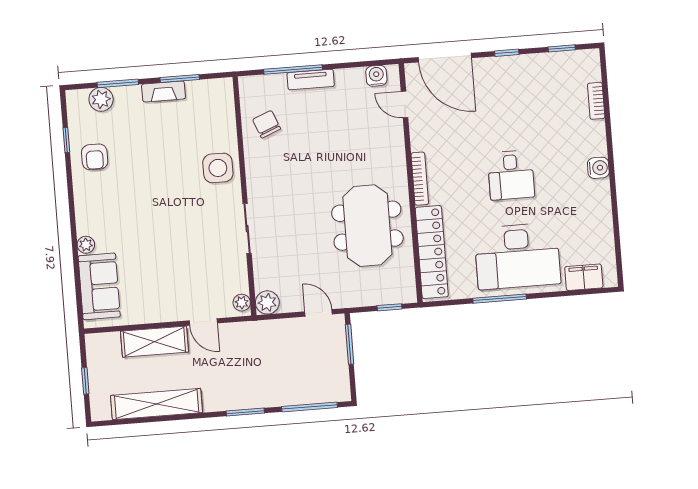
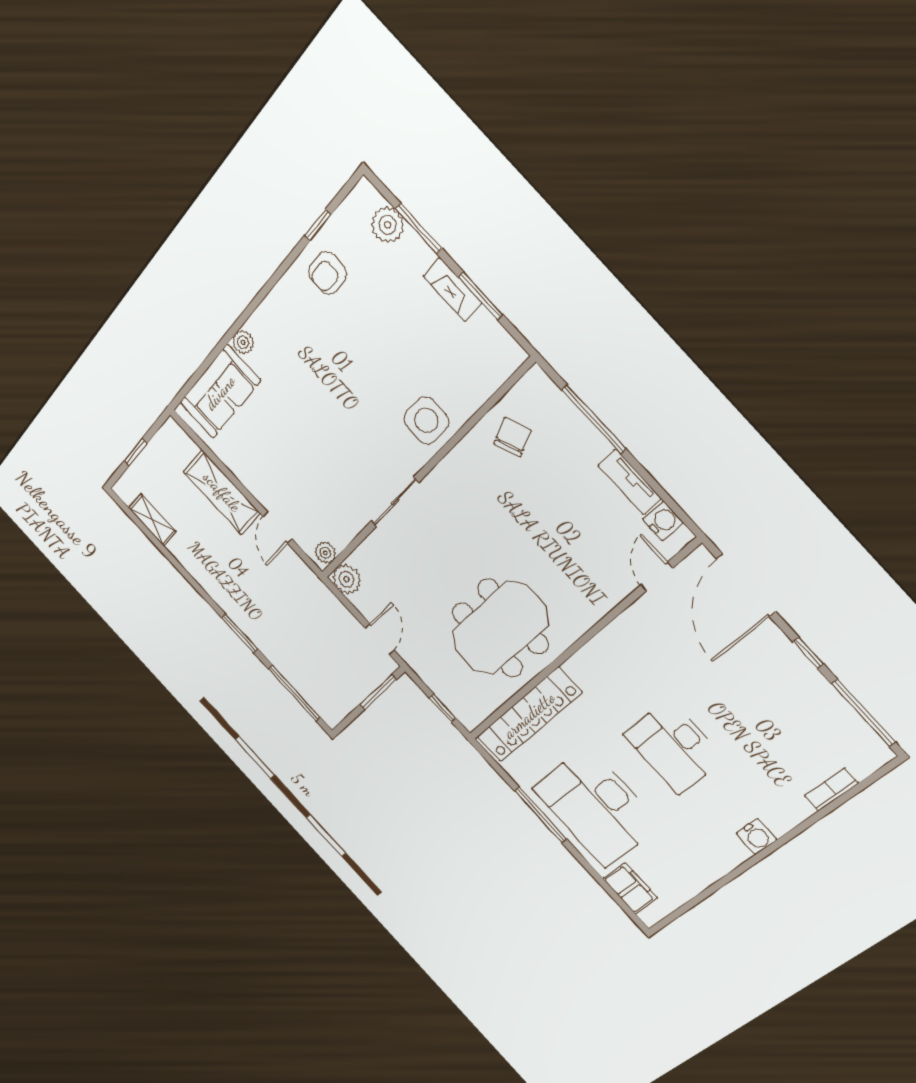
window: (562, 48) -> (863, 713), width x2.17
tv unit: (311, 80) -> (630, 482), moved
desk: (511, 175) -> (674, 747), width x1.37
bookcase: (420, 179) -> (591, 650), removed
shelving: (157, 404) -> (152, 520), width x0.45, depth x0.75

